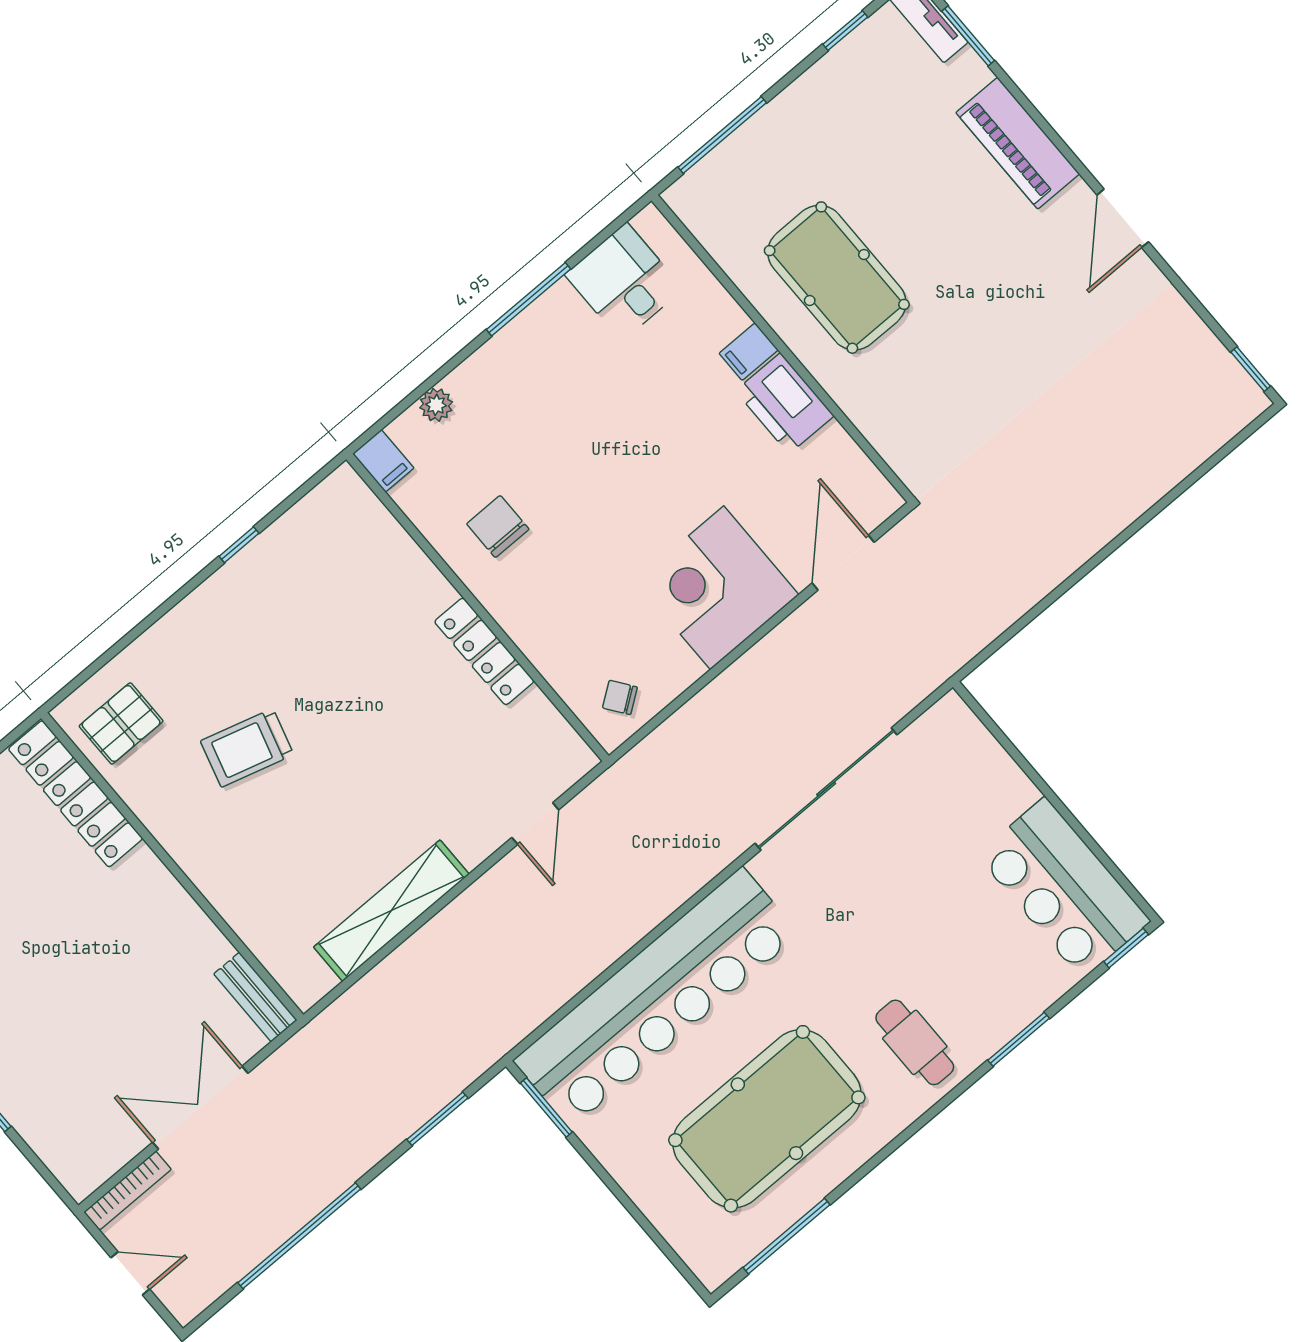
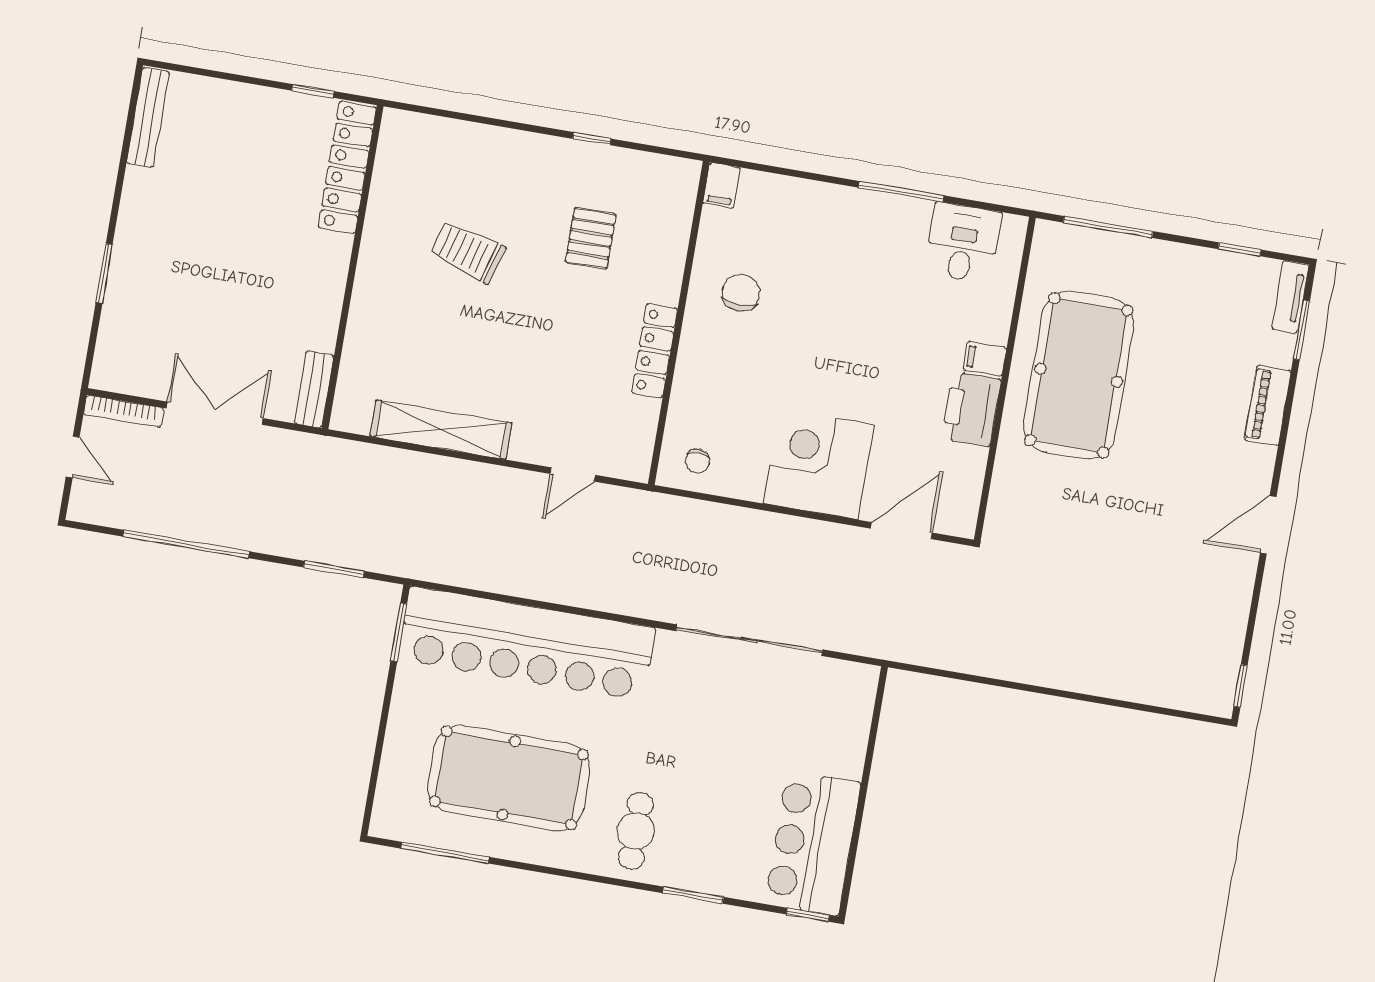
piano: (1018, 143) -> (1268, 405), width x0.73, depth x0.75
pool table: (837, 278) -> (1079, 375), width x1.36, depth x1.32
plant: (436, 405) -> (785, 189), removed
chair: (620, 697) -> (697, 461), turned -144
pallet: (121, 724) -> (591, 238), moved, turned 90

